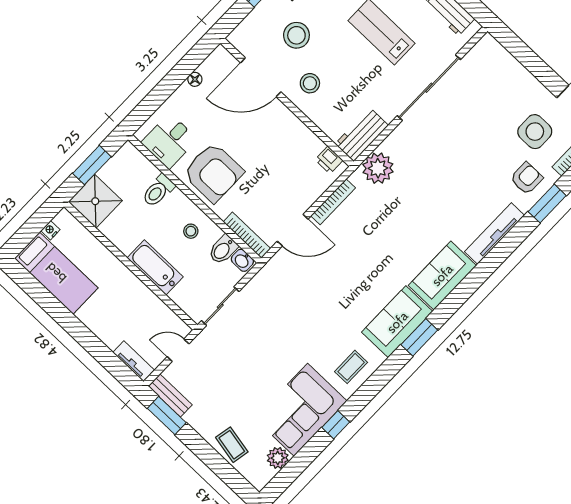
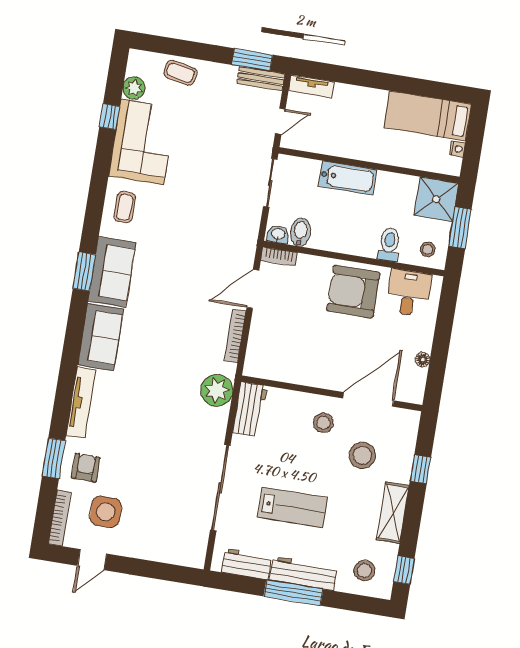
printer: (329, 160) -> (263, 369), removed
armchair: (526, 178) -> (86, 468), turned 180
stool: (191, 231) -> (428, 249), moved
bookcase: (247, 235) -> (279, 257), width x0.64
window: (336, 425) -> (110, 117), moved

